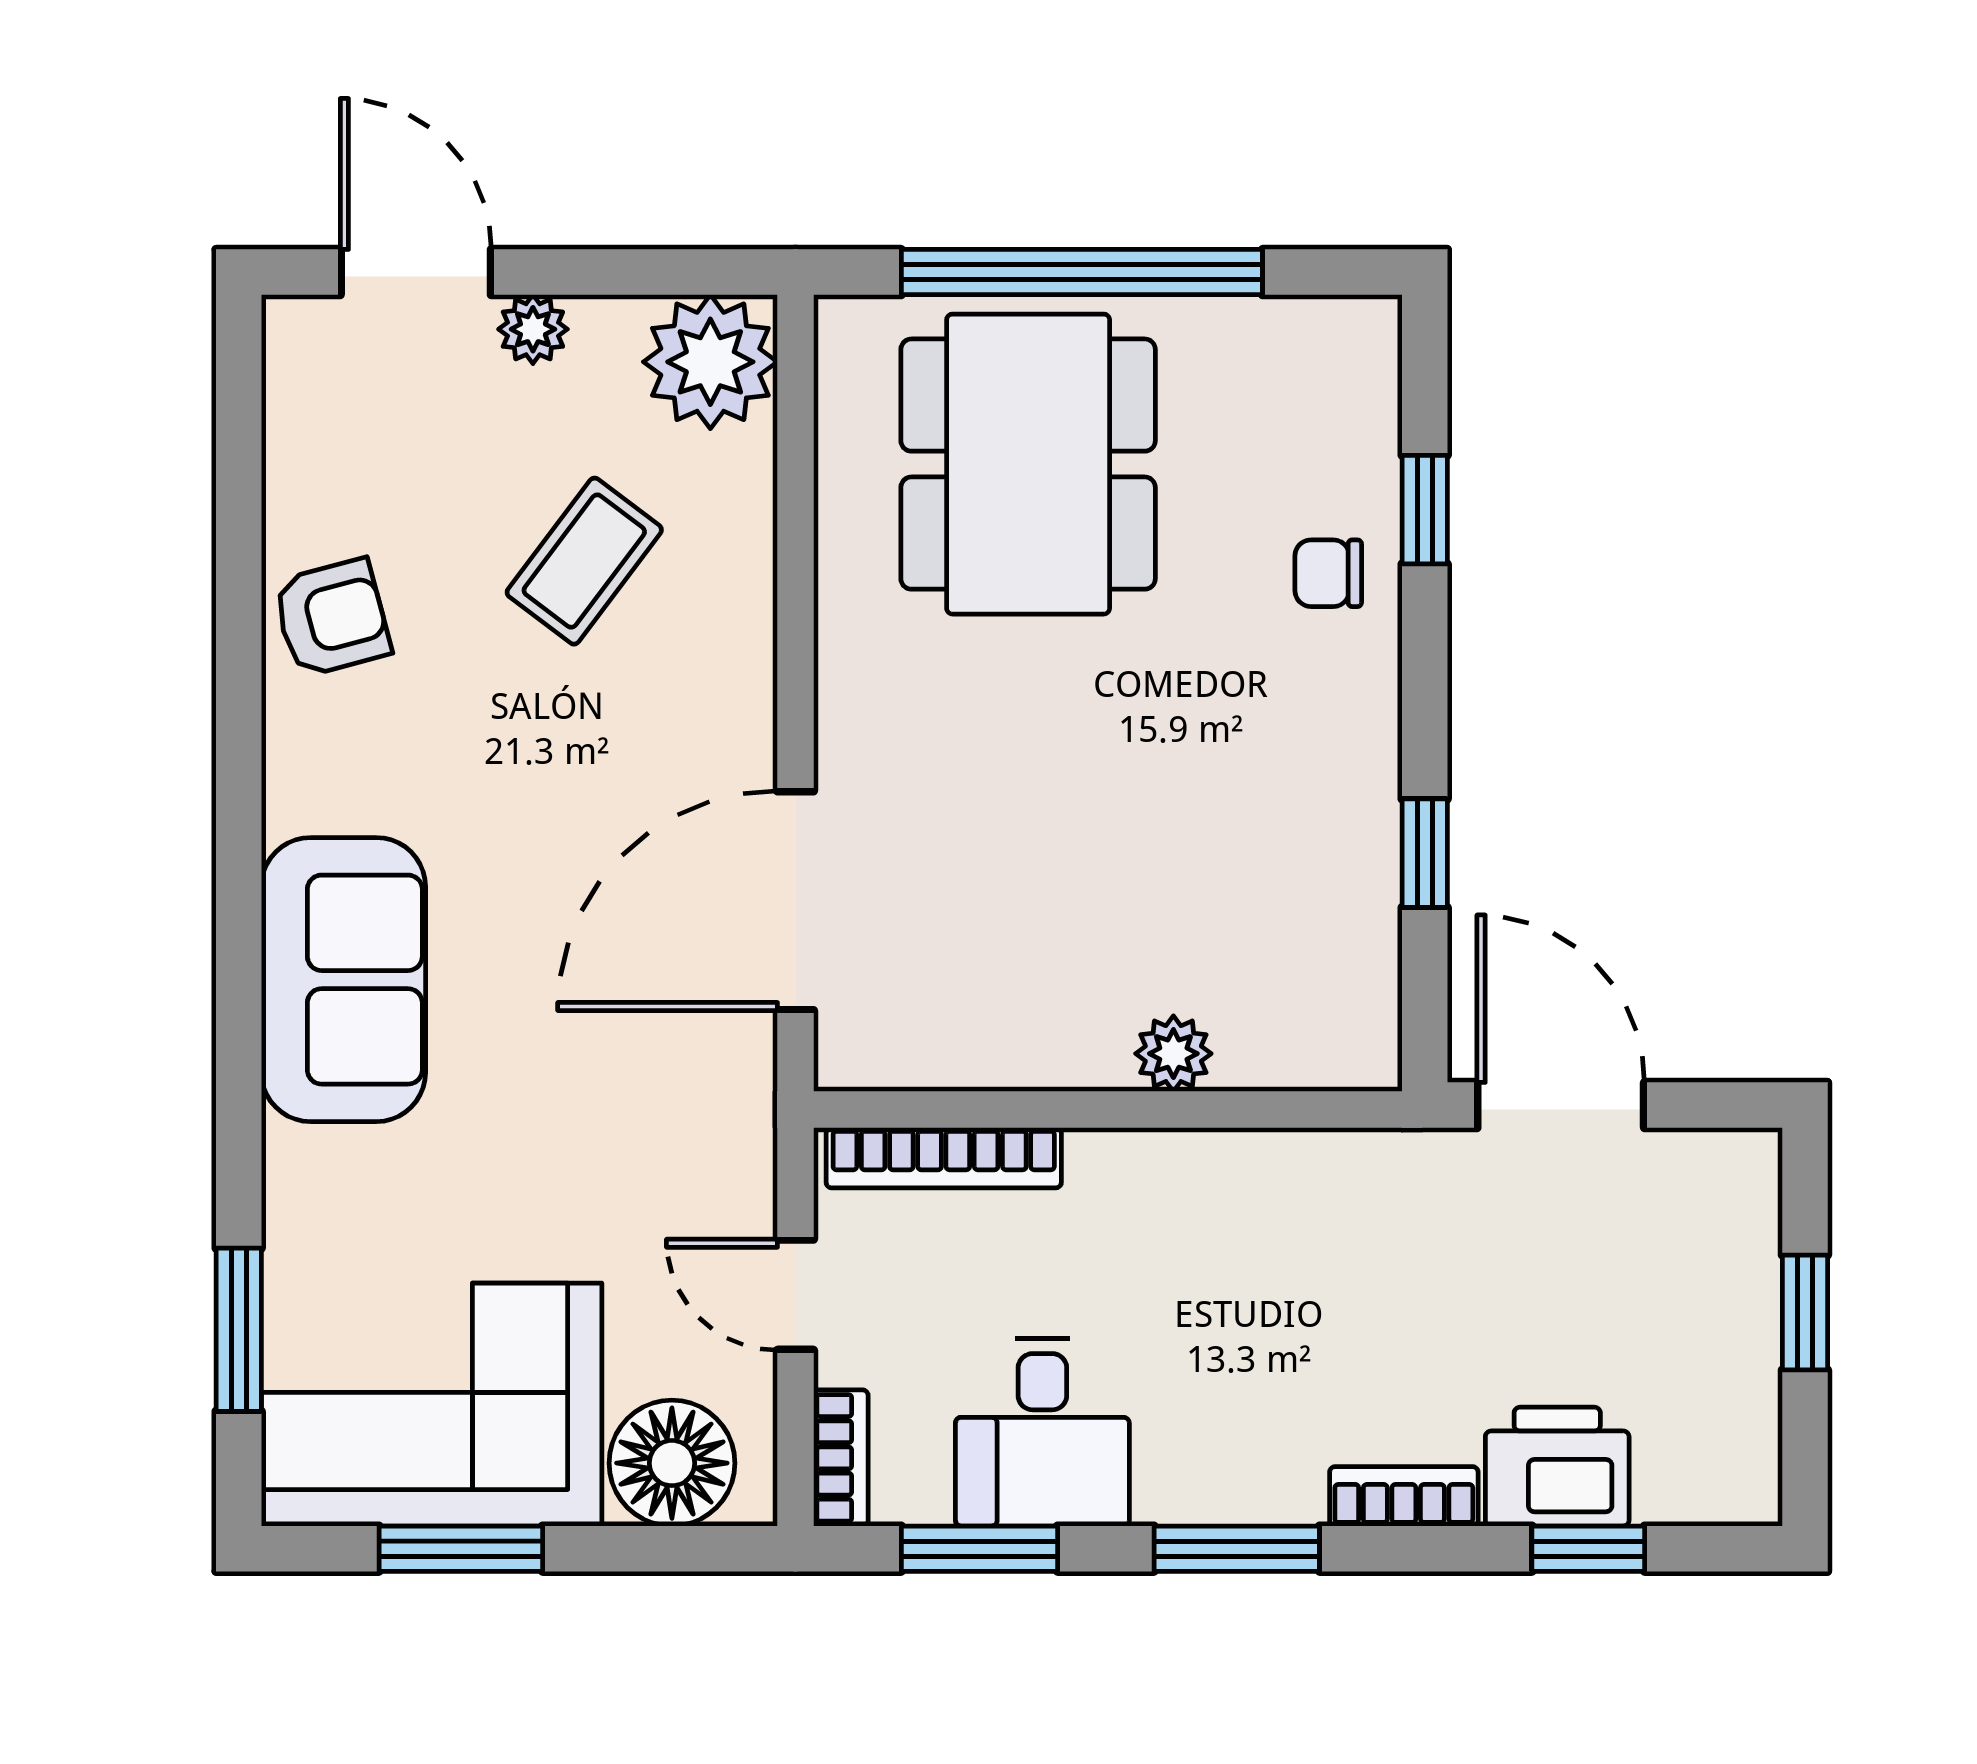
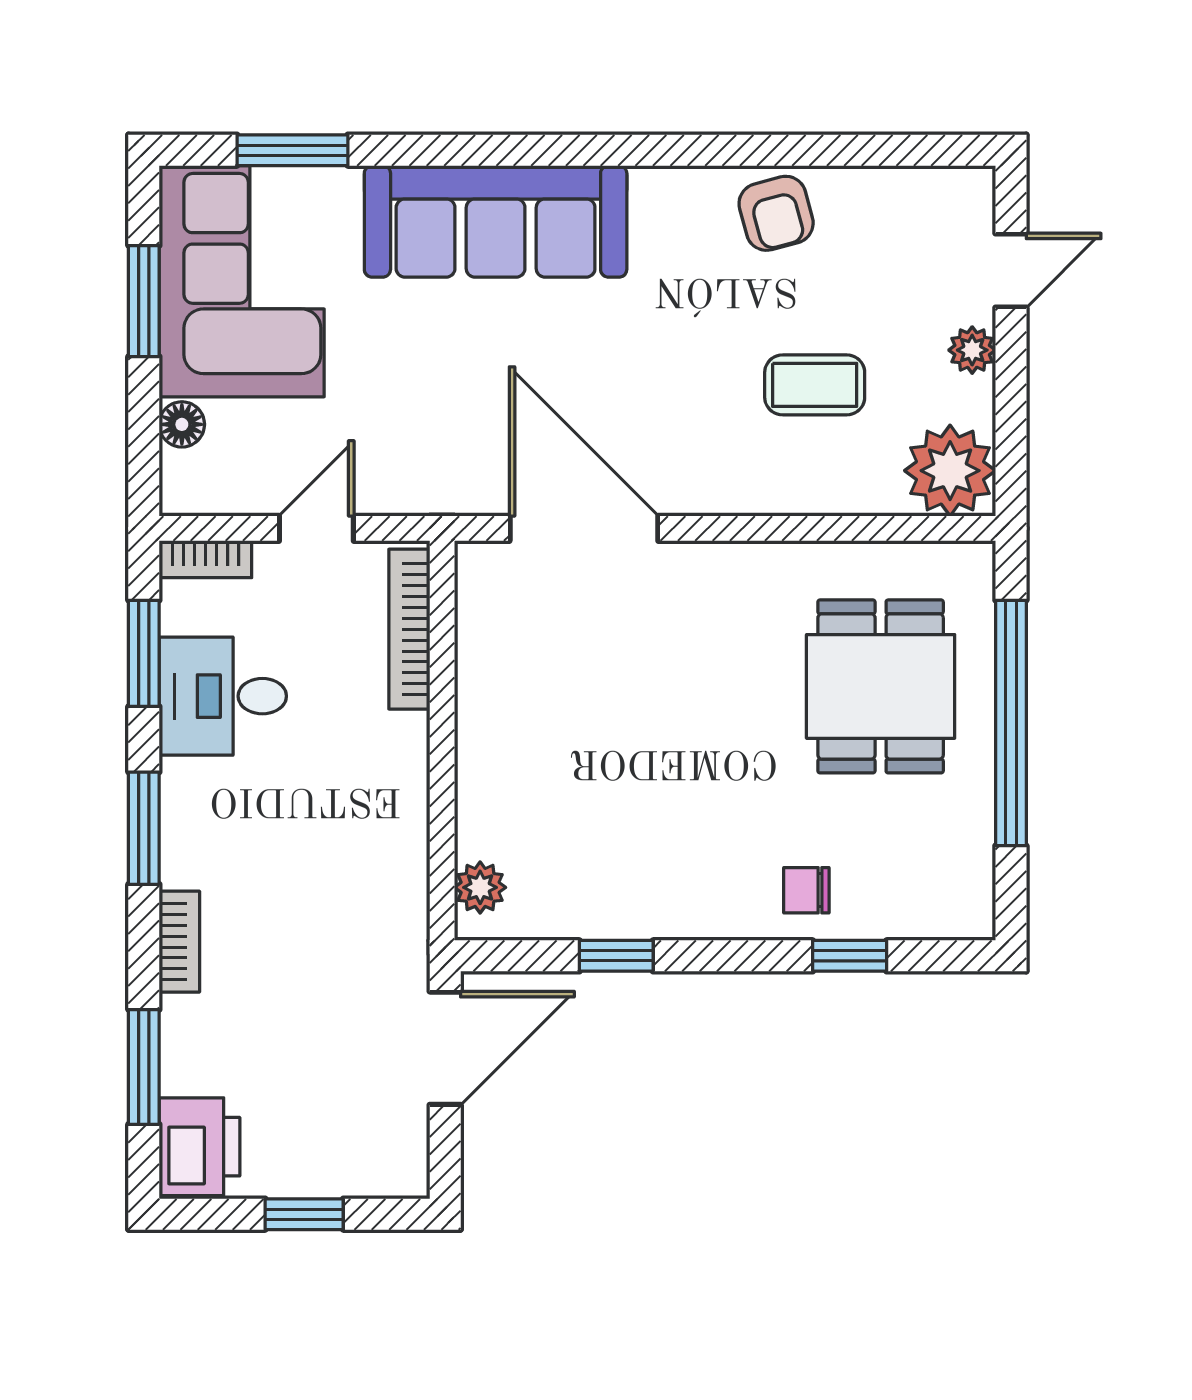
door: (416, 272) -> (1011, 270), width x0.73
dining table: (1028, 464) -> (881, 686), width x0.73
coffee table: (584, 561) -> (815, 385), turned -37
chair: (1328, 573) -> (806, 890), turned -90
sofa: (343, 980) -> (496, 221), width x1.36
plant: (1173, 1054) -> (480, 887), moved
floor lamp: (672, 1463) -> (182, 424), width x0.53, depth x0.53
printer: (1557, 1467) -> (200, 1147), moved
window: (1588, 1549) -> (144, 1067), width x1.50

